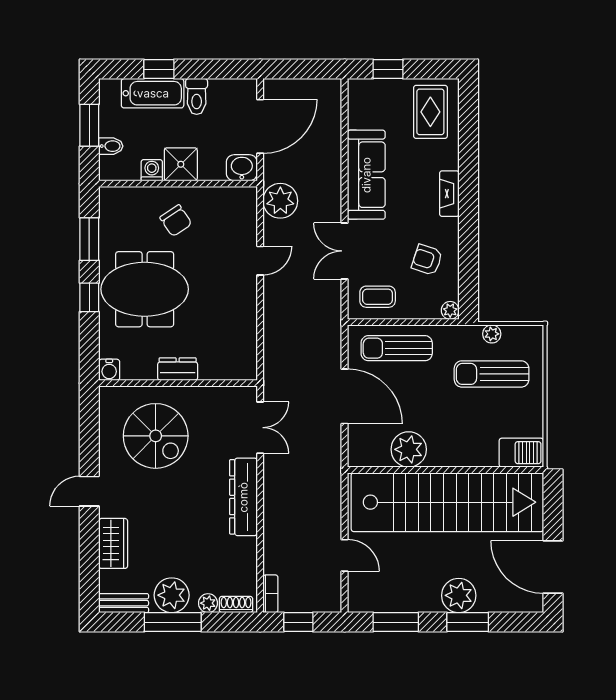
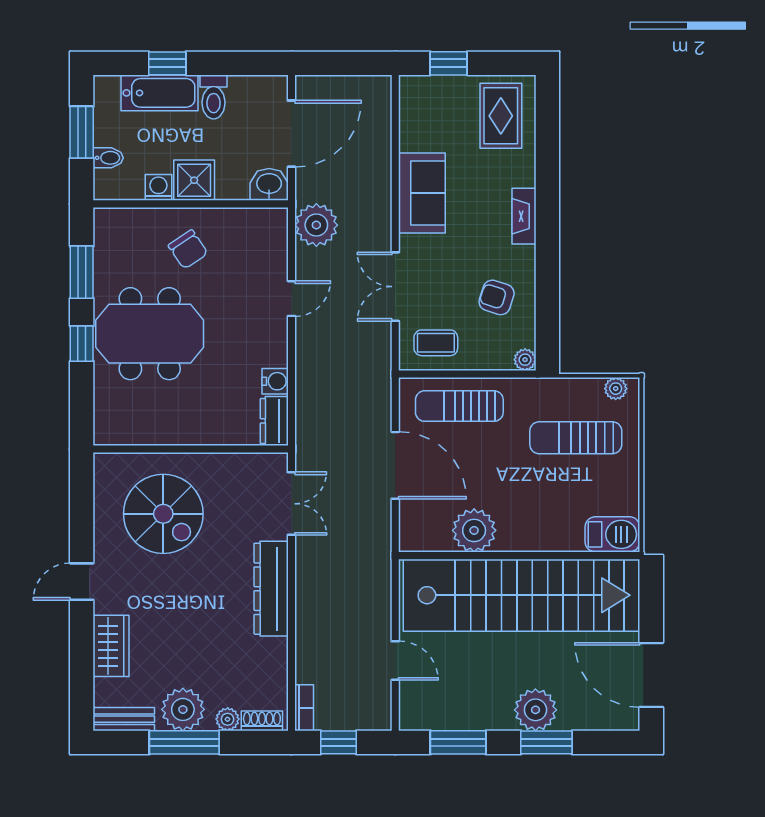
sofa: (366, 175) -> (422, 193), width x0.73
plant: (492, 334) -> (616, 389), moved
dresser: (178, 369) -> (274, 421), moved, turned -90
water cooler: (109, 370) -> (275, 381), moved, turned -90

